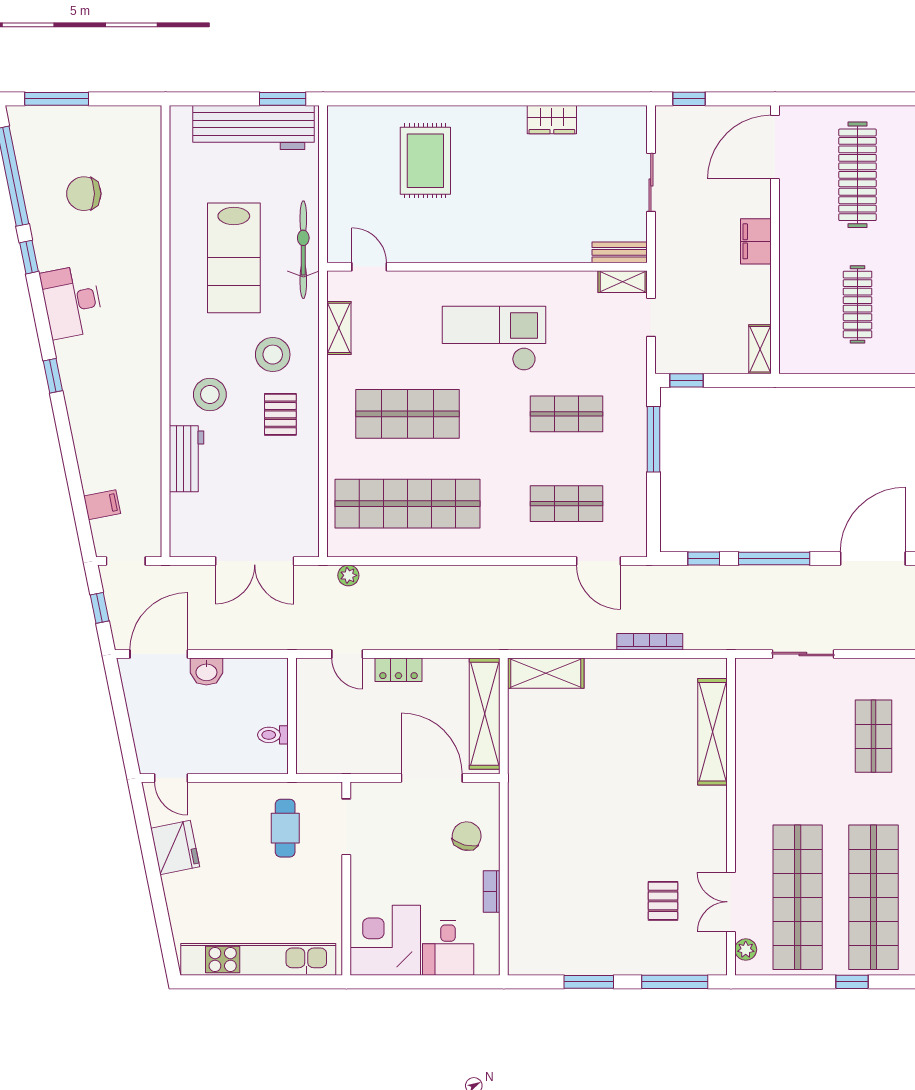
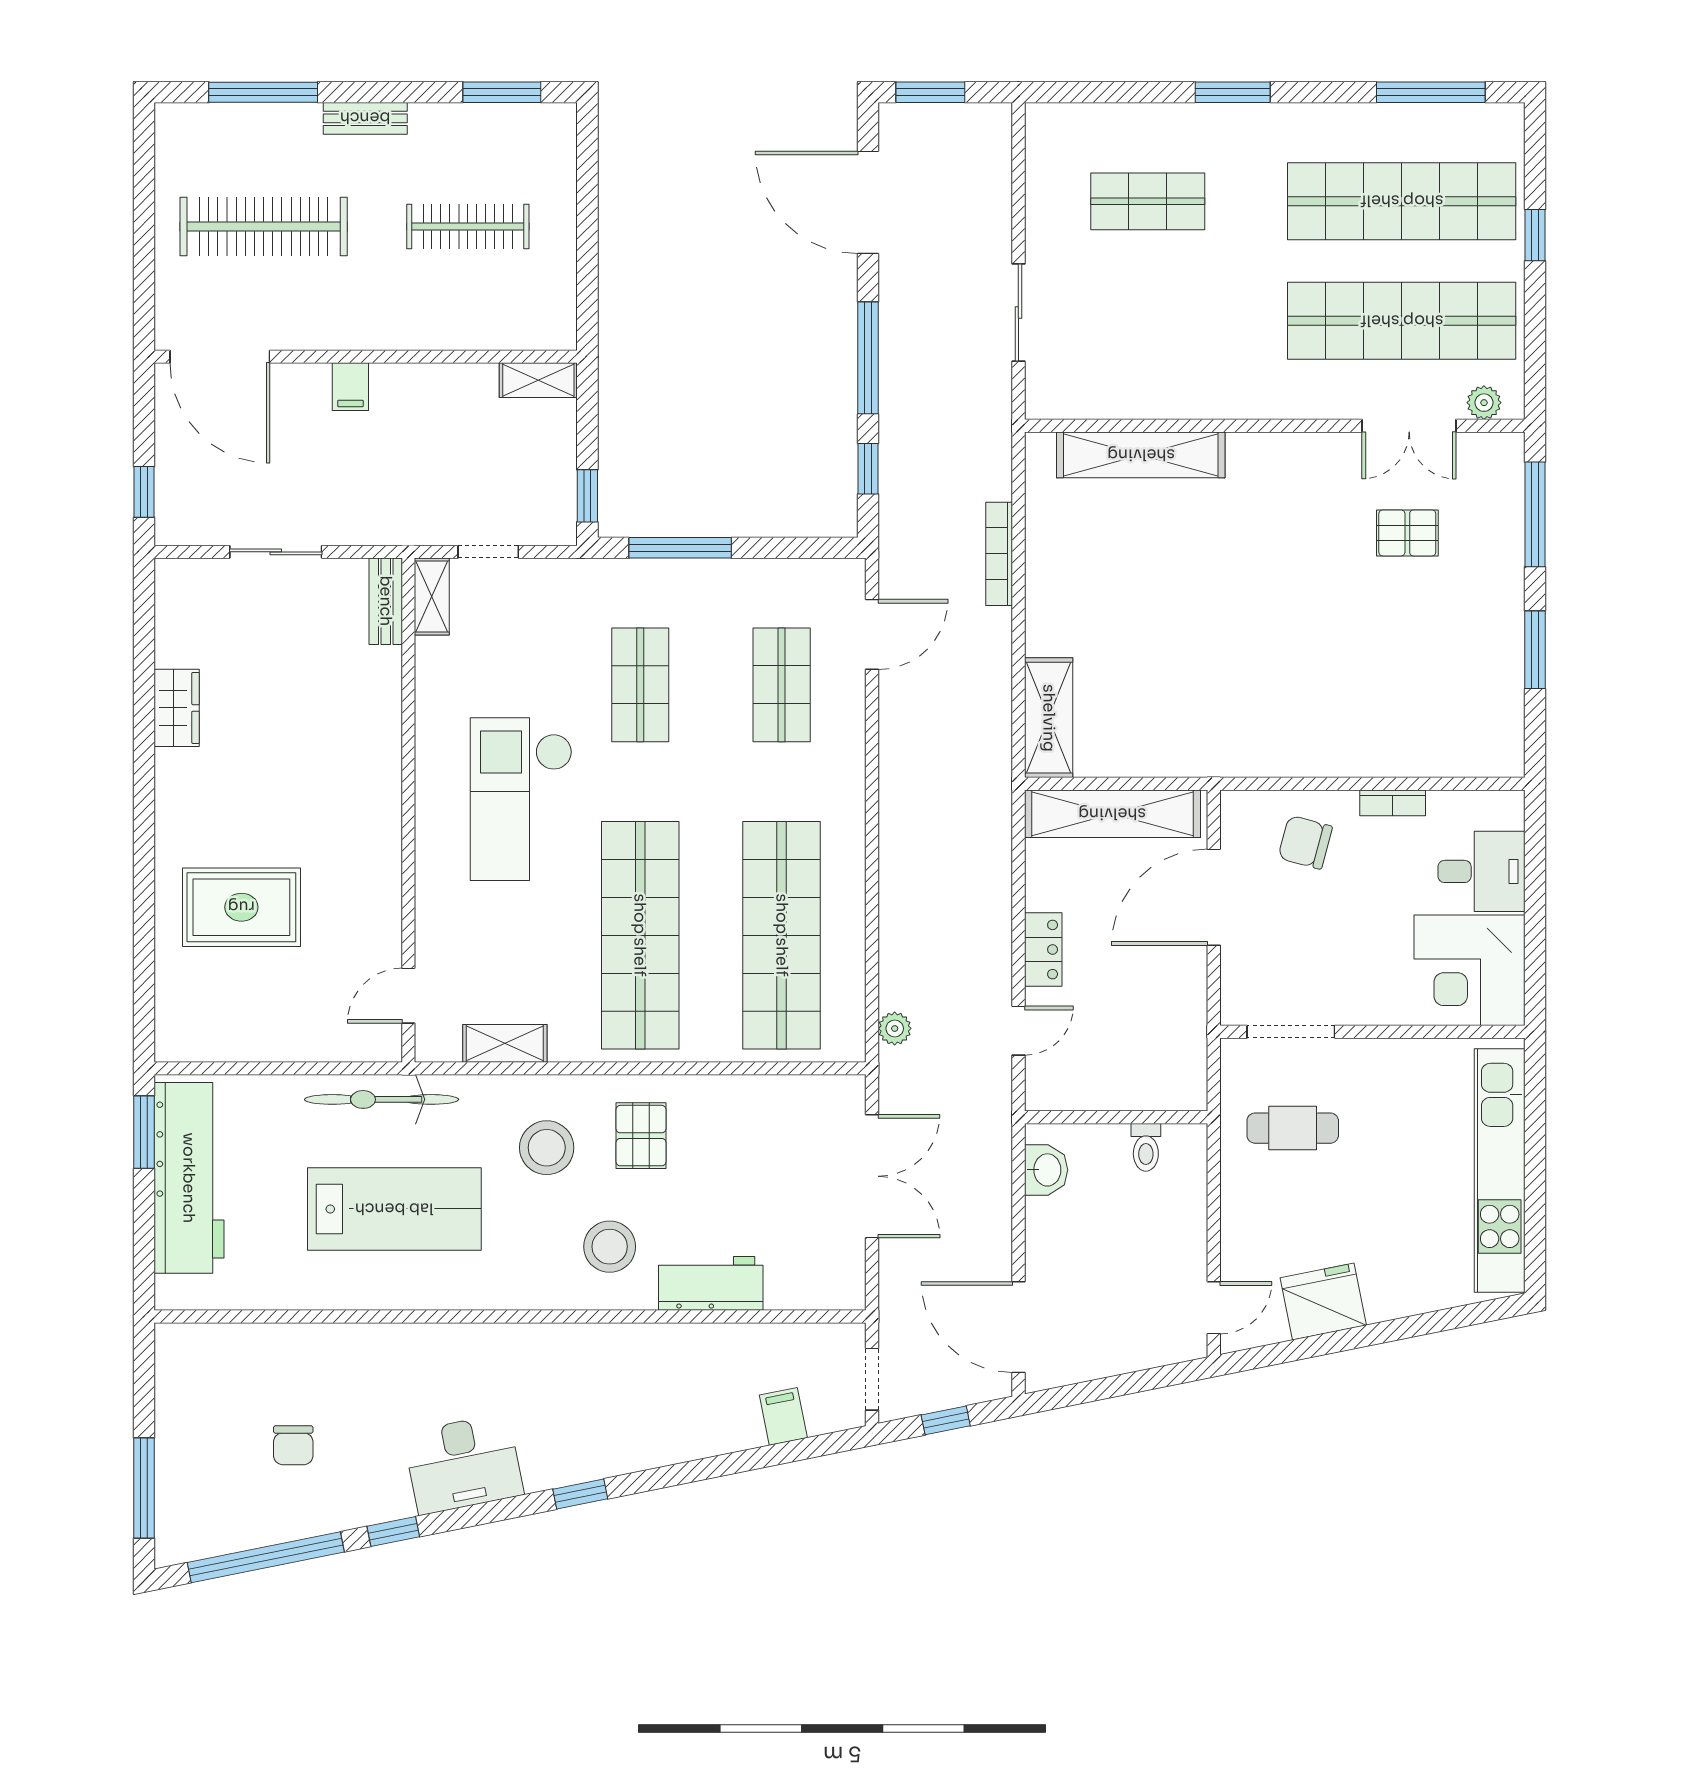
chair: (84, 194) -> (293, 1445), width x0.73, depth x0.73
filing cabinet: (756, 241) -> (350, 387), width x0.50
pallet: (280, 414) -> (641, 1136), turned 90
shop shelf: (407, 414) -> (640, 935), width x1.40
washbasin: (206, 672) -> (1046, 1170), moved

